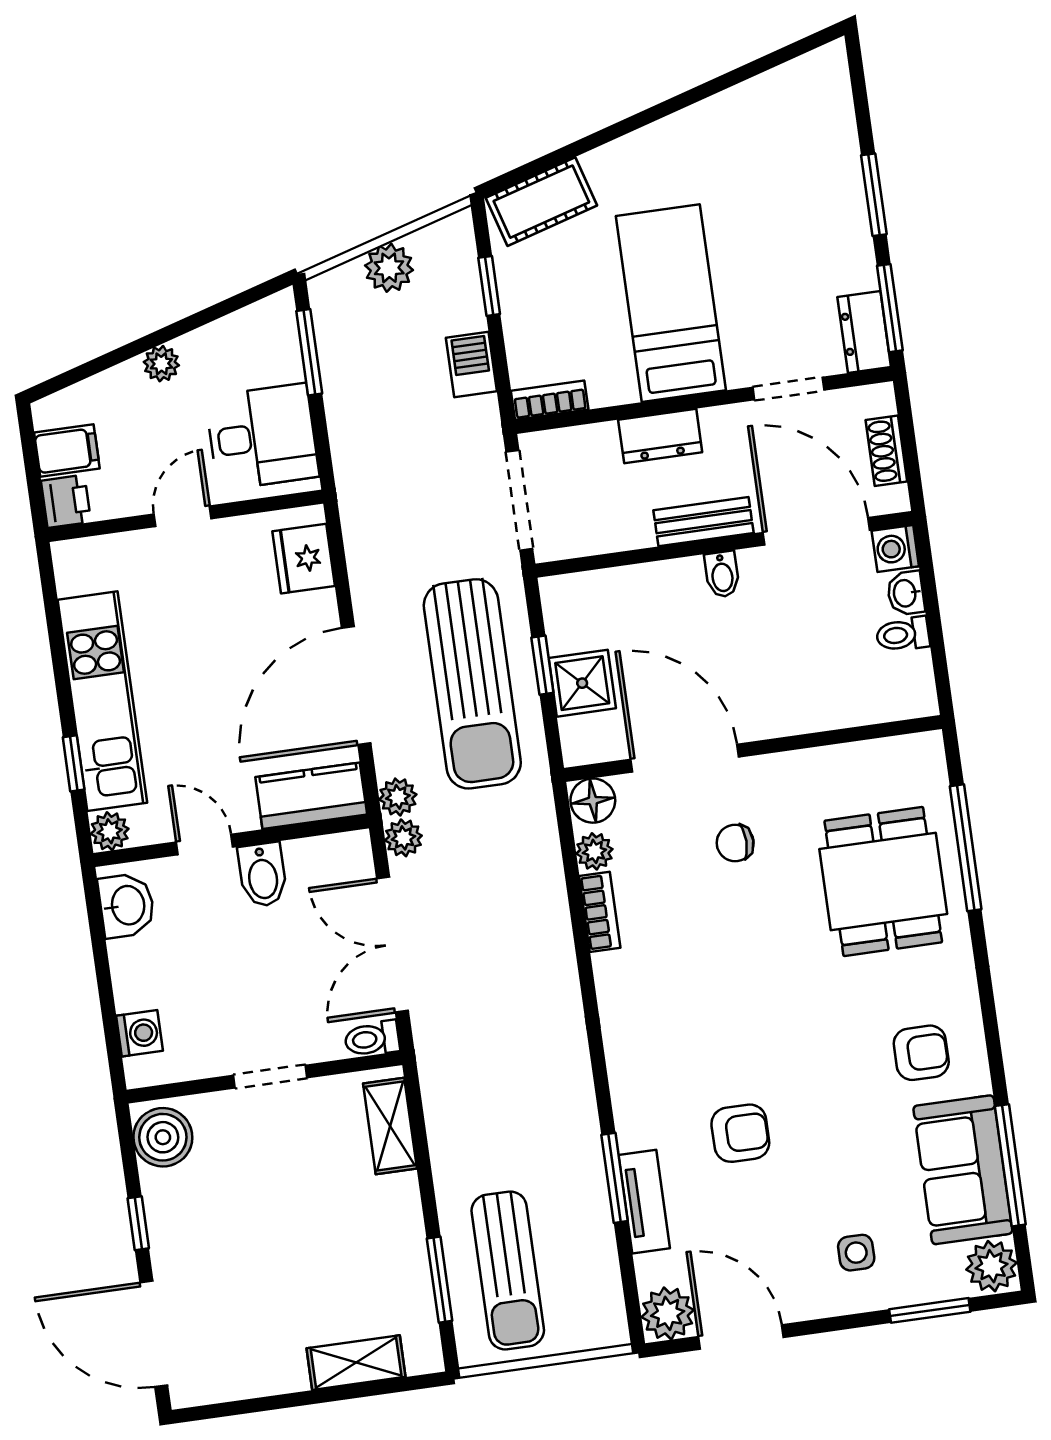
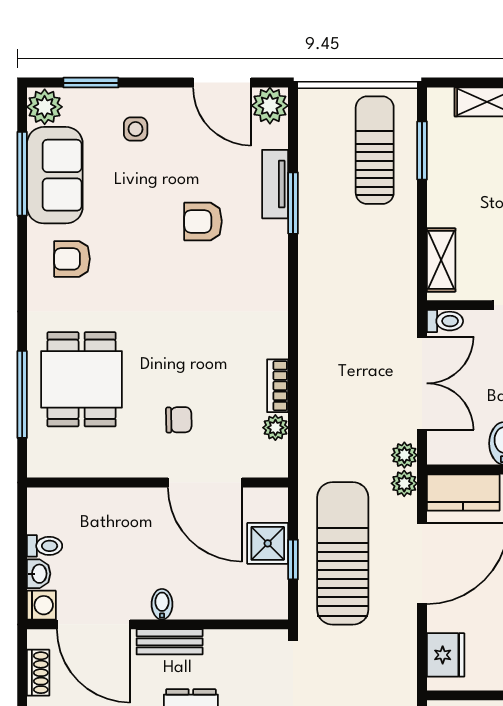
floor lamp: (593, 801) -> (272, 462), removed

